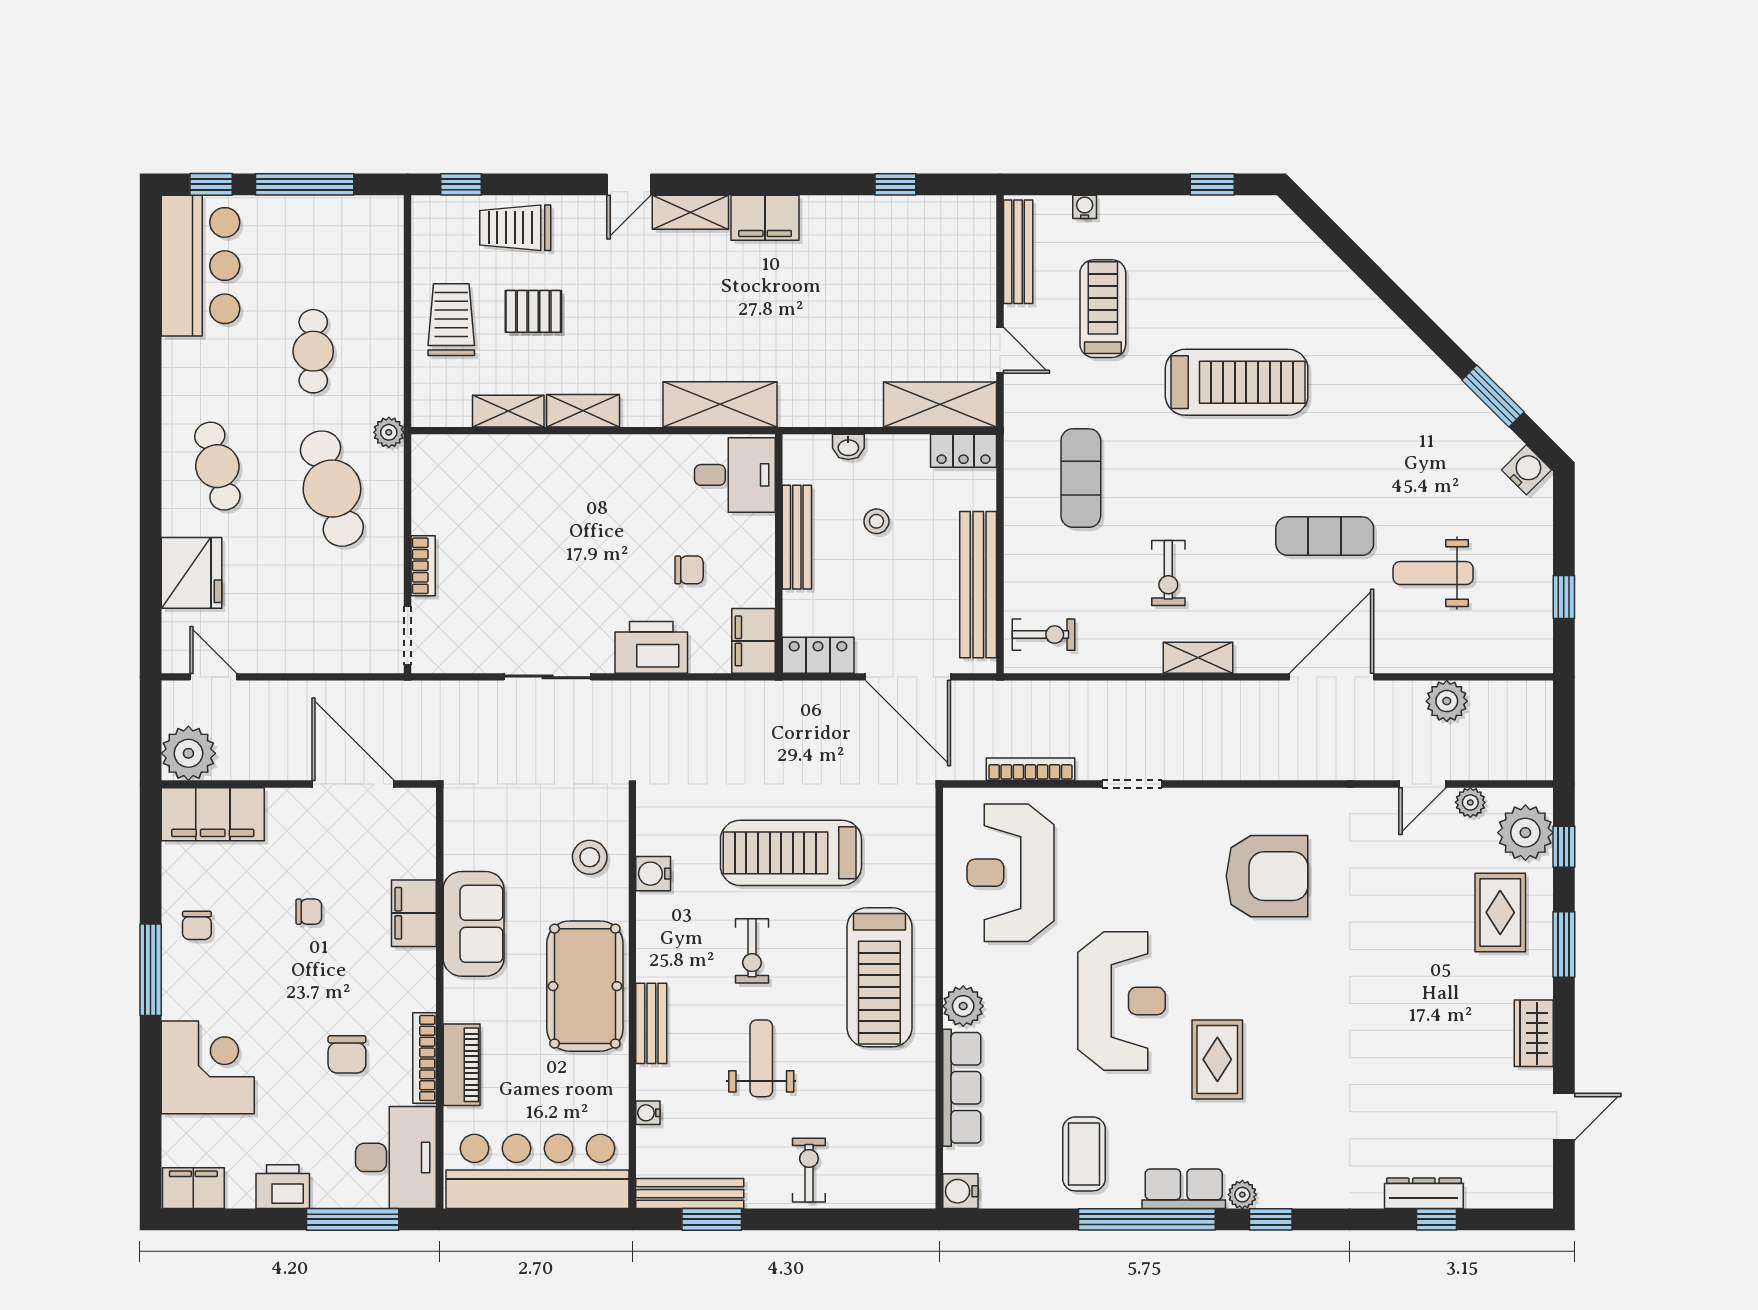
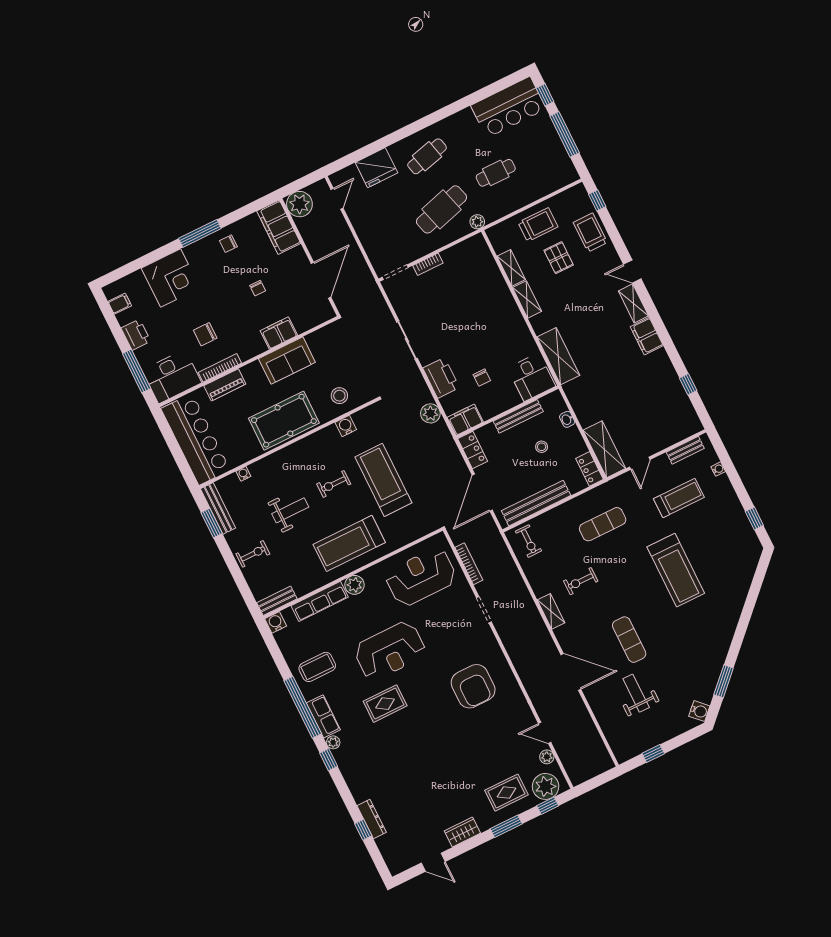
bench: (1018, 252) -> (685, 450), width x0.73
plant: (1447, 701) -> (430, 413), moved
bench: (651, 1023) -> (277, 601), moved
filing cabinet: (193, 1188) -> (120, 304), width x0.50

